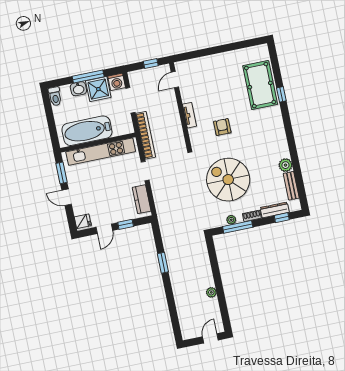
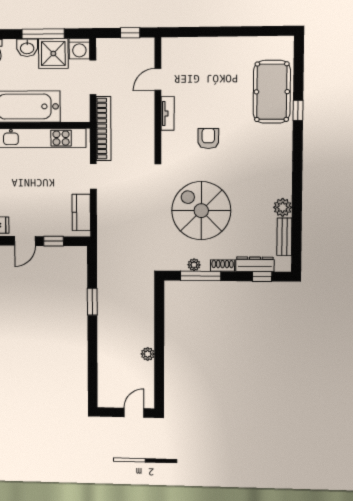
door: (175, 80) -> (158, 79), moved

